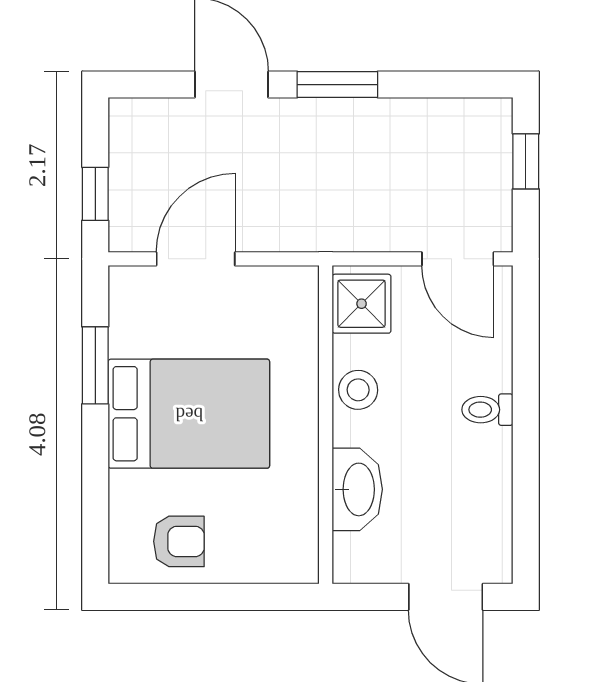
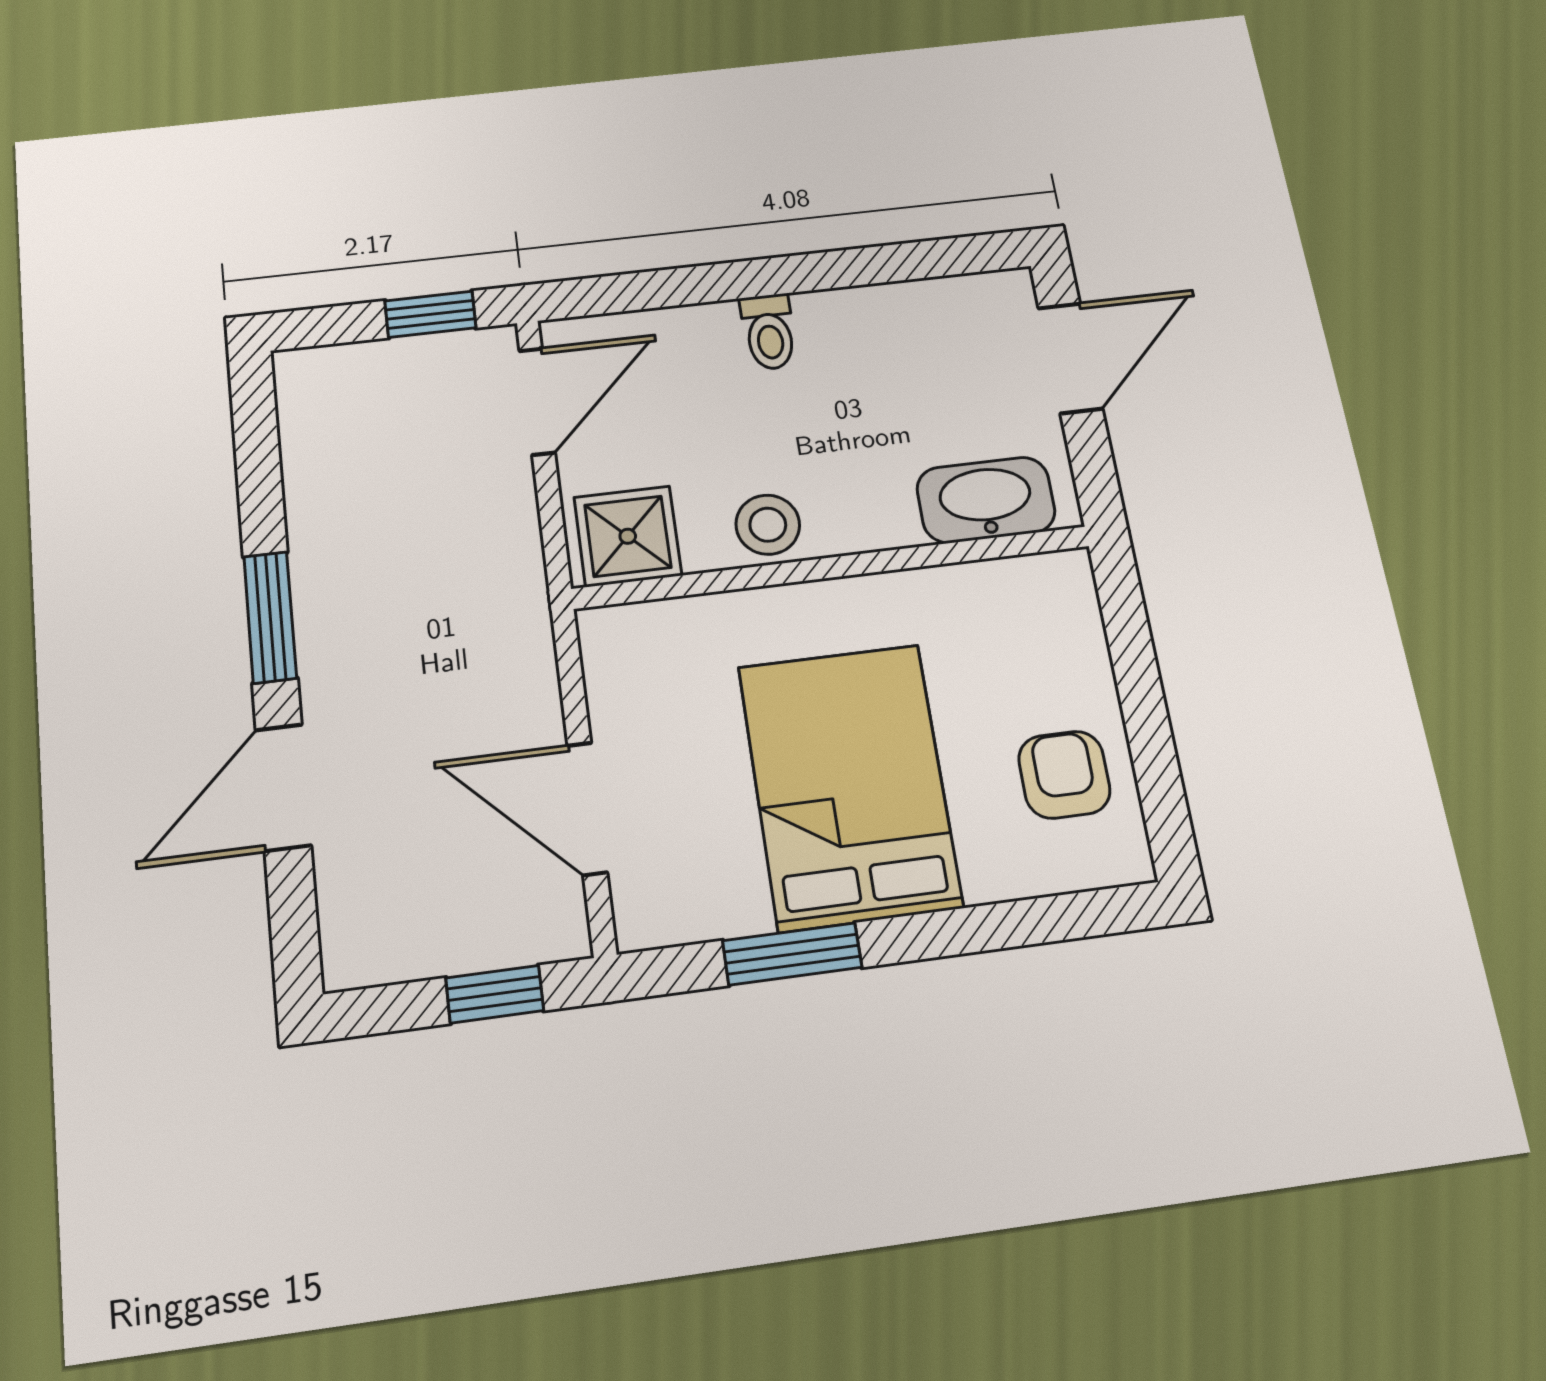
window: (526, 161) -> (430, 314), moved
washbasin: (357, 489) -> (986, 500), moved

